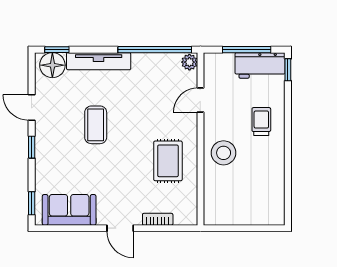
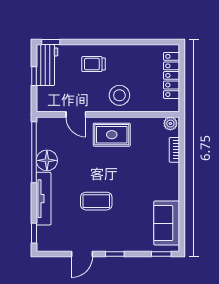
window: (247, 50) -> (34, 76), width x0.46
plant: (189, 62) -> (170, 123), moved
floor lamp: (52, 65) -> (47, 160), moved
rug: (168, 161) -> (112, 135), moved
locker: (248, 216) -> (171, 75), added
door: (120, 228) -> (182, 181), removed

